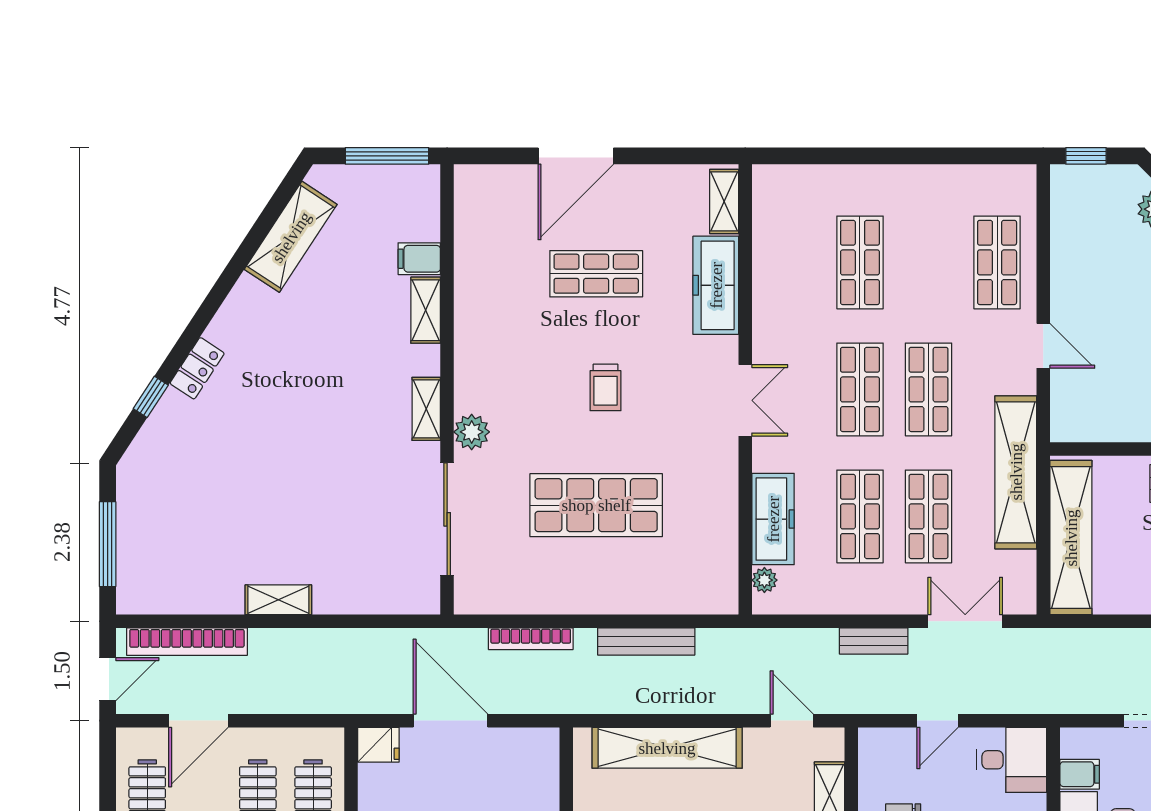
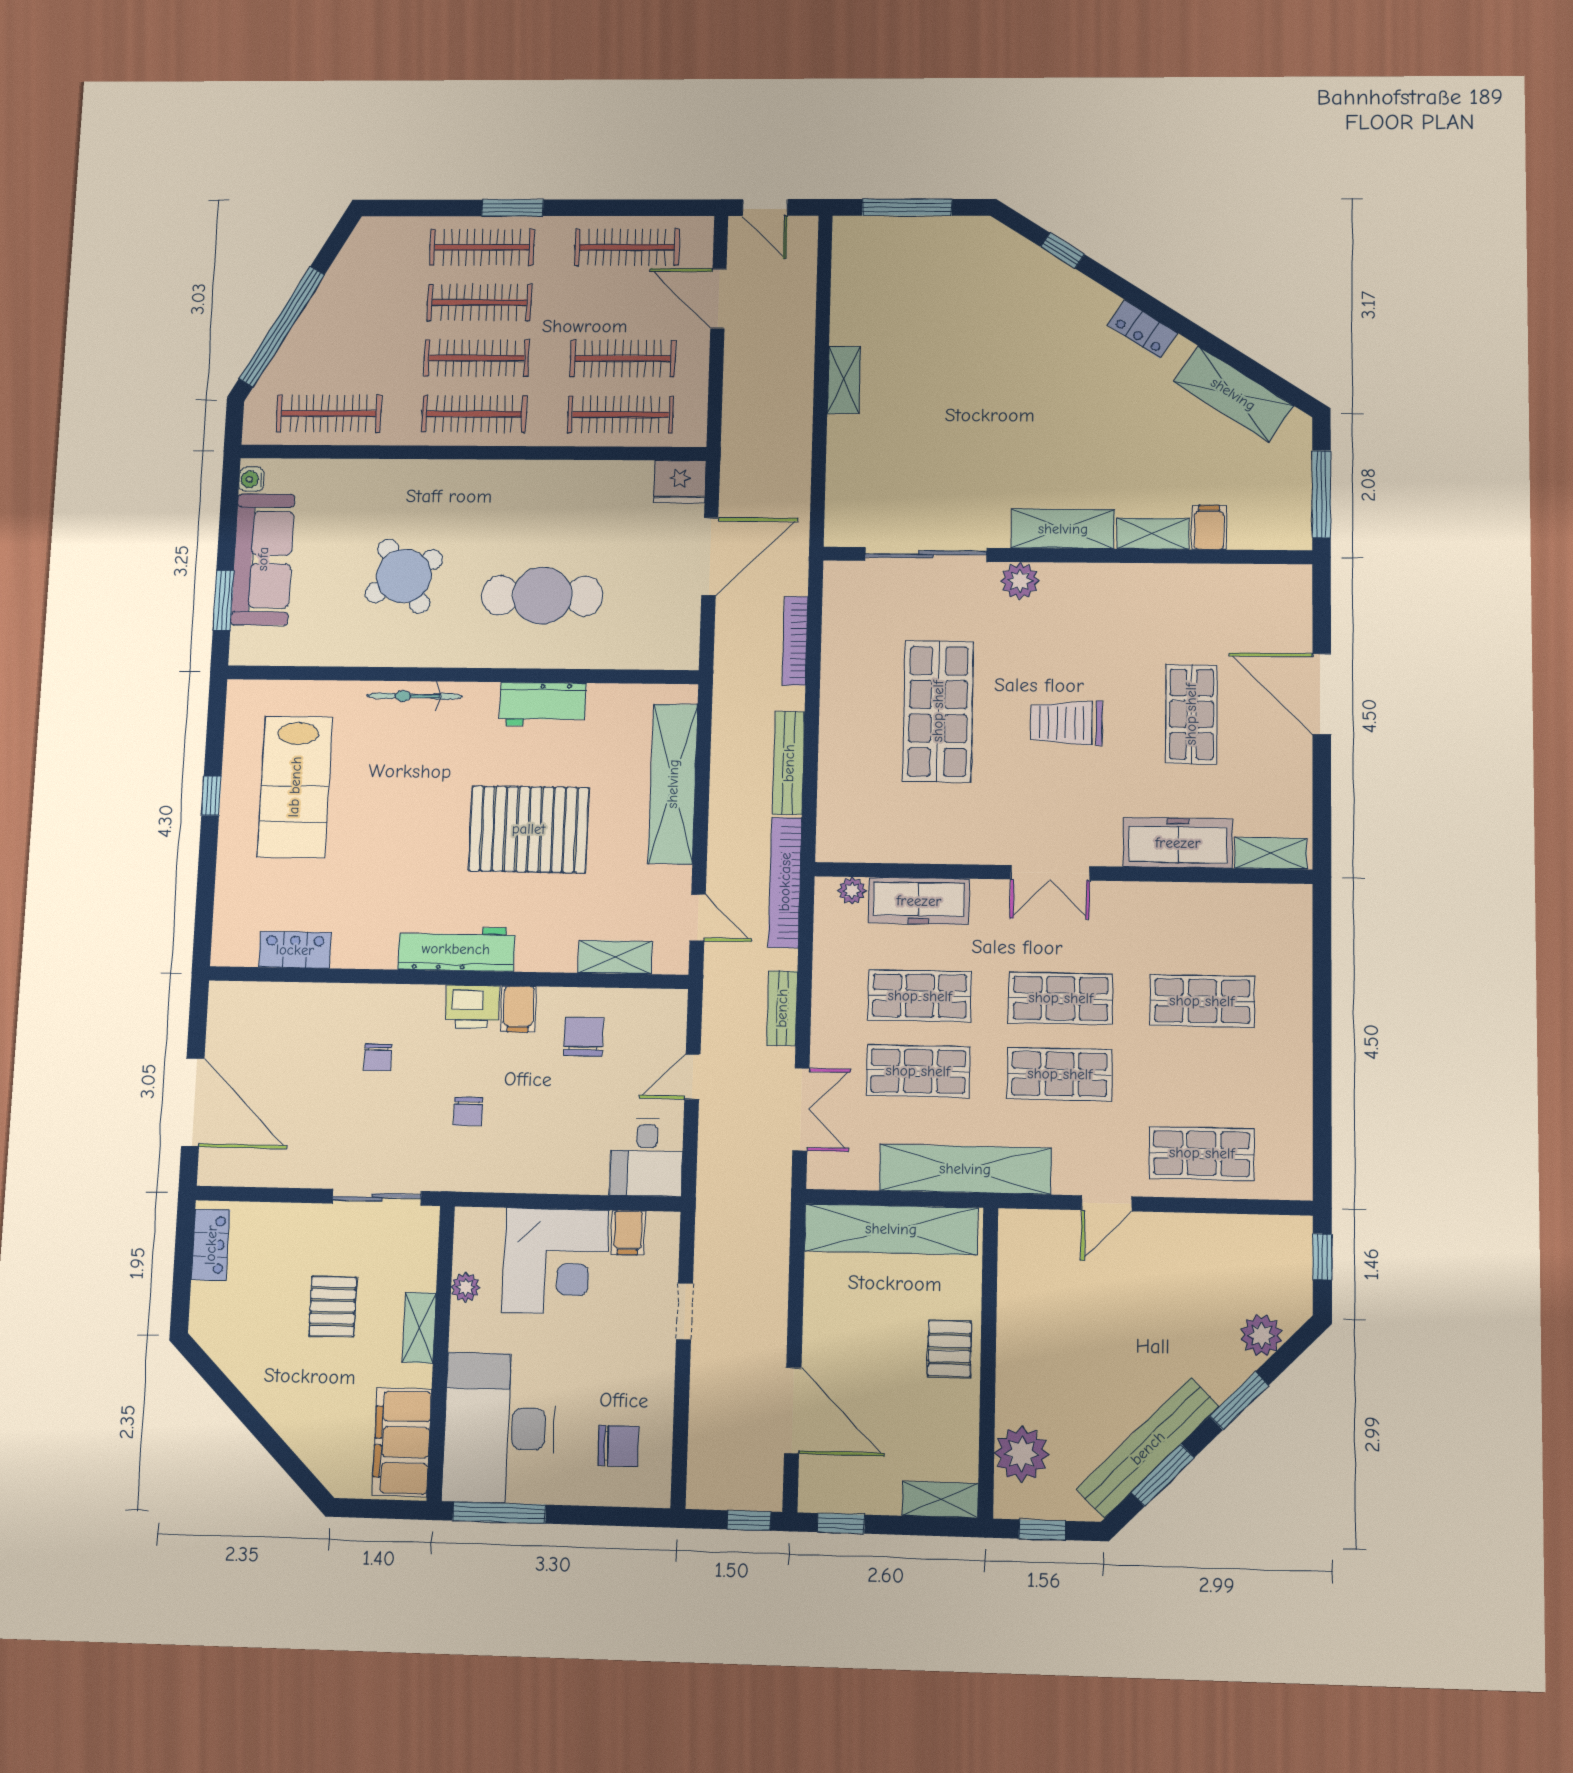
locker: (197, 368) -> (1142, 329), moved
trolley: (606, 387) -> (1066, 723), width x1.36, depth x1.39
shelving: (426, 409) -> (1063, 529), width x1.50, depth x1.33
bookcase: (187, 642) -> (785, 882), moved
door: (792, 721) -> (698, 918), hinge flipped
door: (938, 721) -> (692, 1077), hinge flipped
fridge: (378, 745) -> (680, 482), width x1.38

